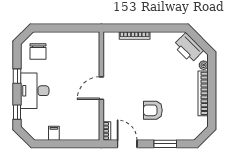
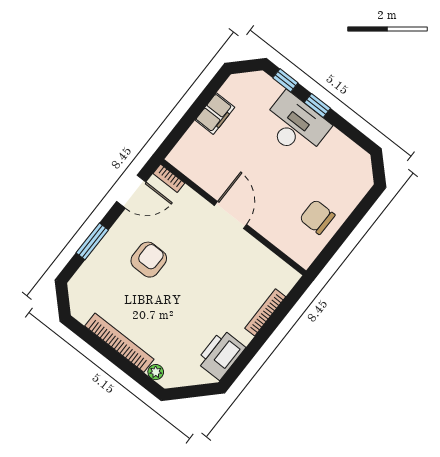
printer: (188, 48) -> (221, 355), moved, turned -45
chair: (38, 51) -> (317, 217), moved
window: (17, 76) -> (317, 105), moved
filing cabinet: (54, 133) -> (215, 114), width x2.00

